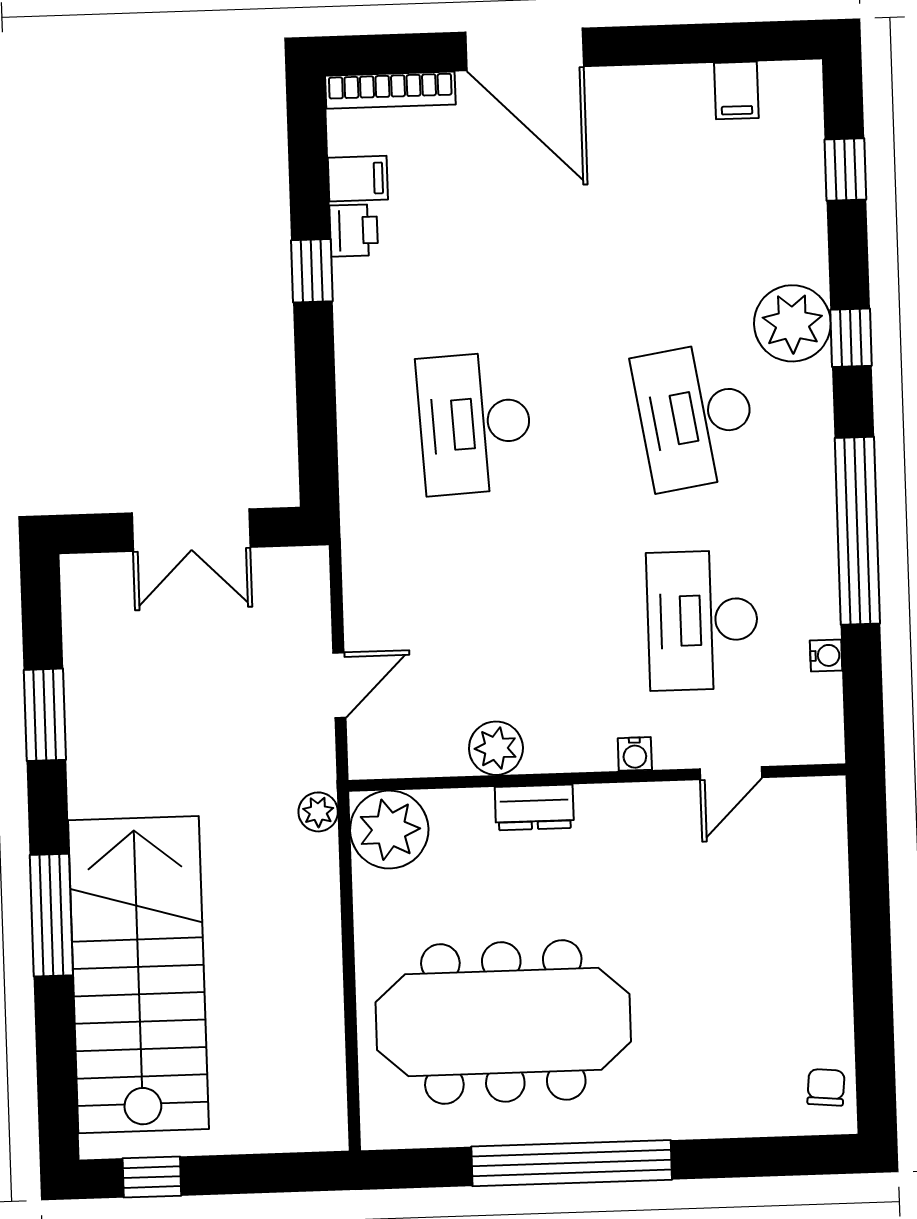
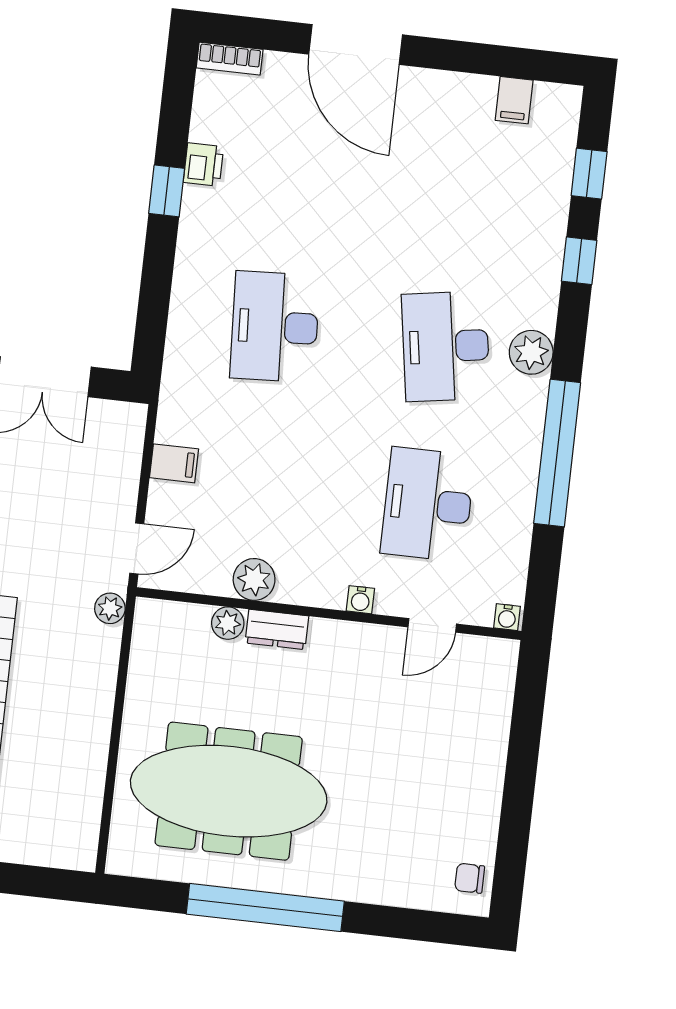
bookcase: (390, 90) -> (230, 59), width x0.64
filing cabinet: (358, 179) -> (174, 463), moved
plant: (792, 323) -> (531, 352), moved, width x0.73, depth x0.73
window: (851, 338) -> (579, 261), moved
water cooler: (826, 656) -> (507, 617), moved, turned 90
door: (339, 685) -> (137, 548), moved
plant: (389, 830) -> (228, 623), moved, width x0.53, depth x0.53
chair: (826, 1087) -> (470, 878), turned -95

